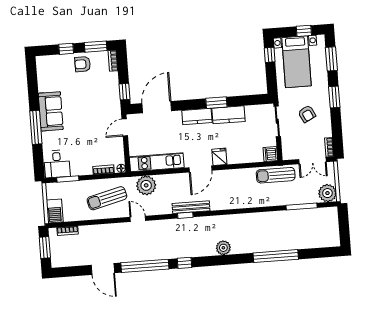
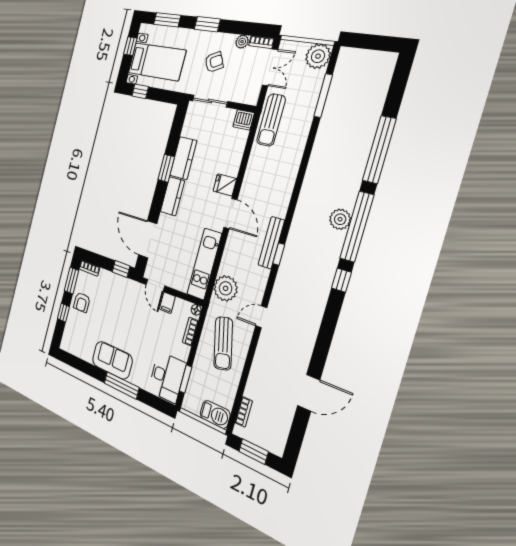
plant: (327, 131) -> (242, 42), added
filing cabinet: (116, 143) -> (167, 303), added
desk: (57, 164) -> (167, 377), width x1.37
window: (145, 266) -> (357, 227), moved

